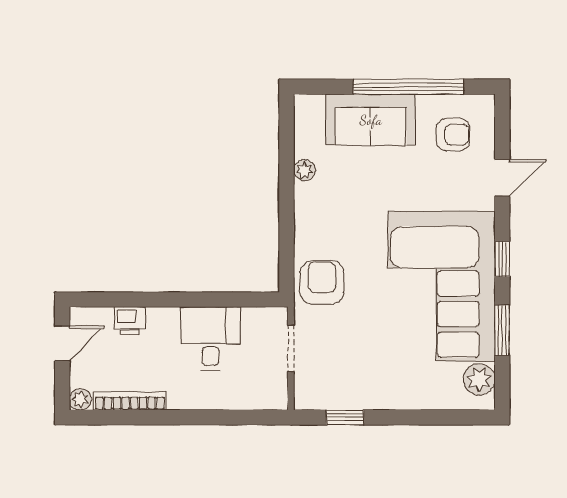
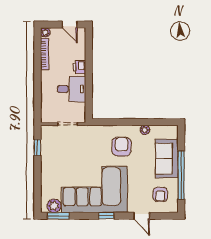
armchair: (322, 282) -> (121, 147), moved, turned -90
printer: (130, 321) -> (79, 67), moved
window: (502, 330) -> (58, 216), moved

